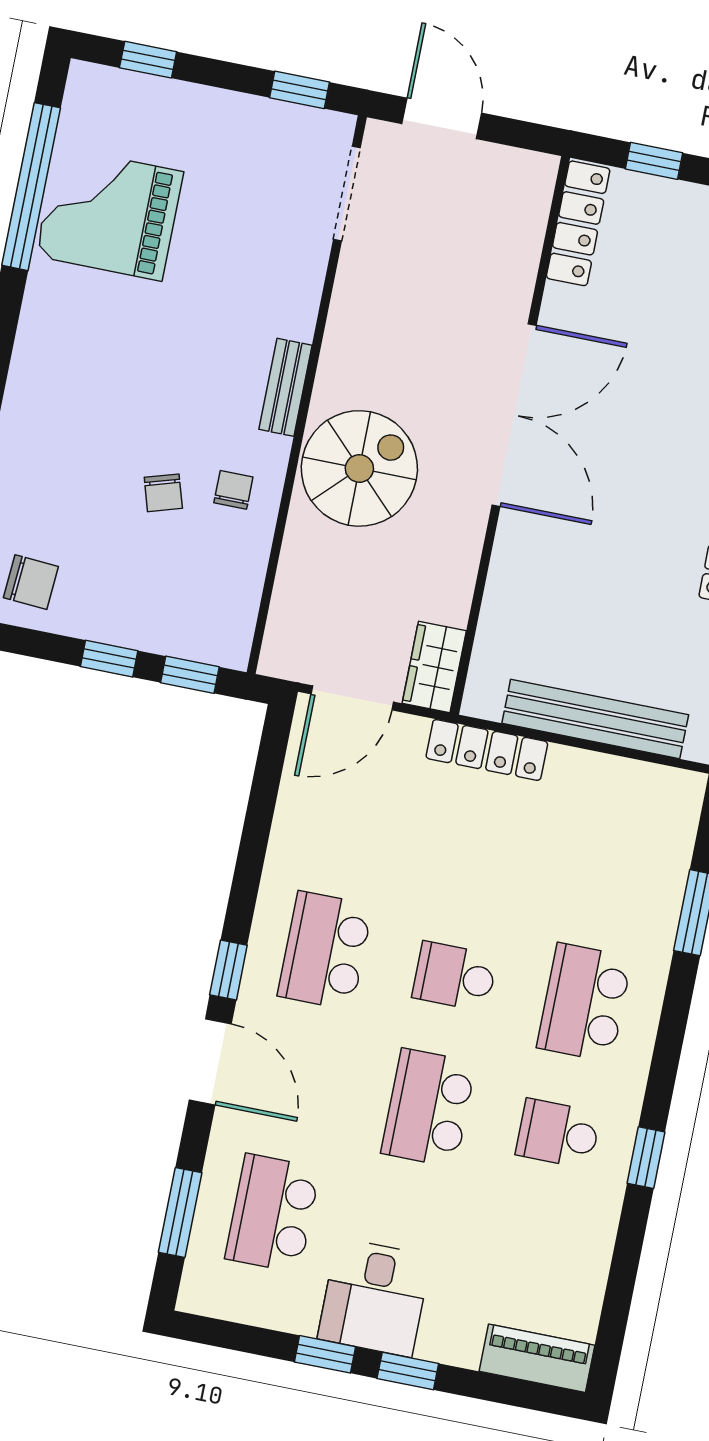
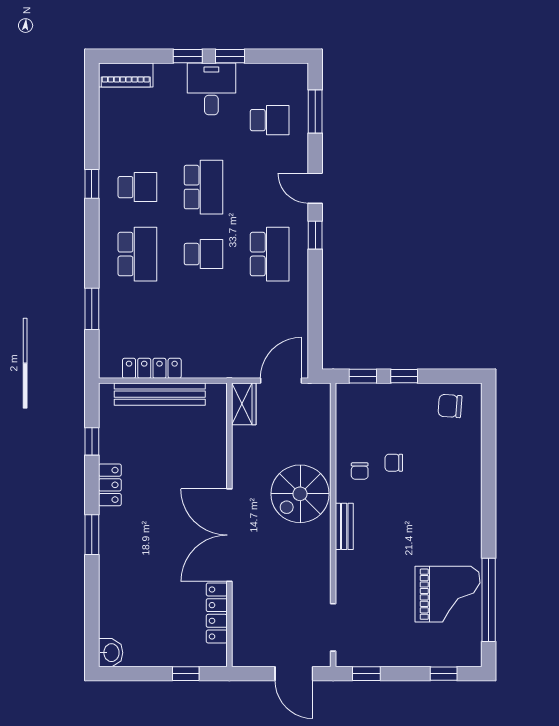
locker: (578, 223) -> (217, 613), moved
chair: (163, 493) -> (394, 463), turned -73
locker: (487, 750) -> (152, 368), moved
door: (210, 1062) -> (315, 188), width x0.73
school desk: (273, 1213) -> (270, 120), width x0.54

